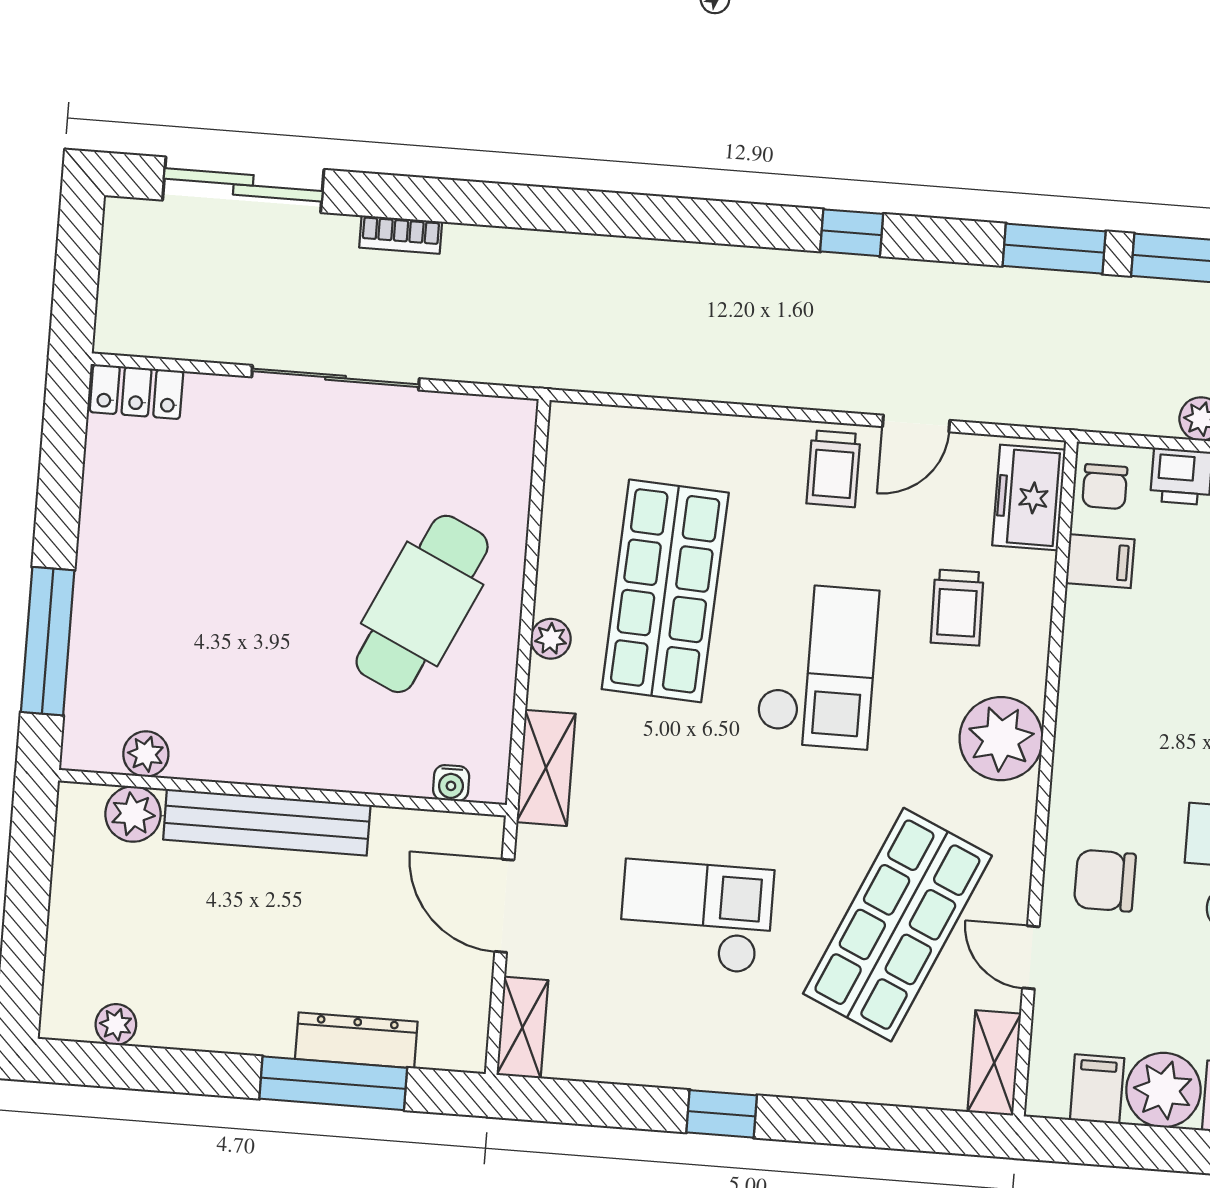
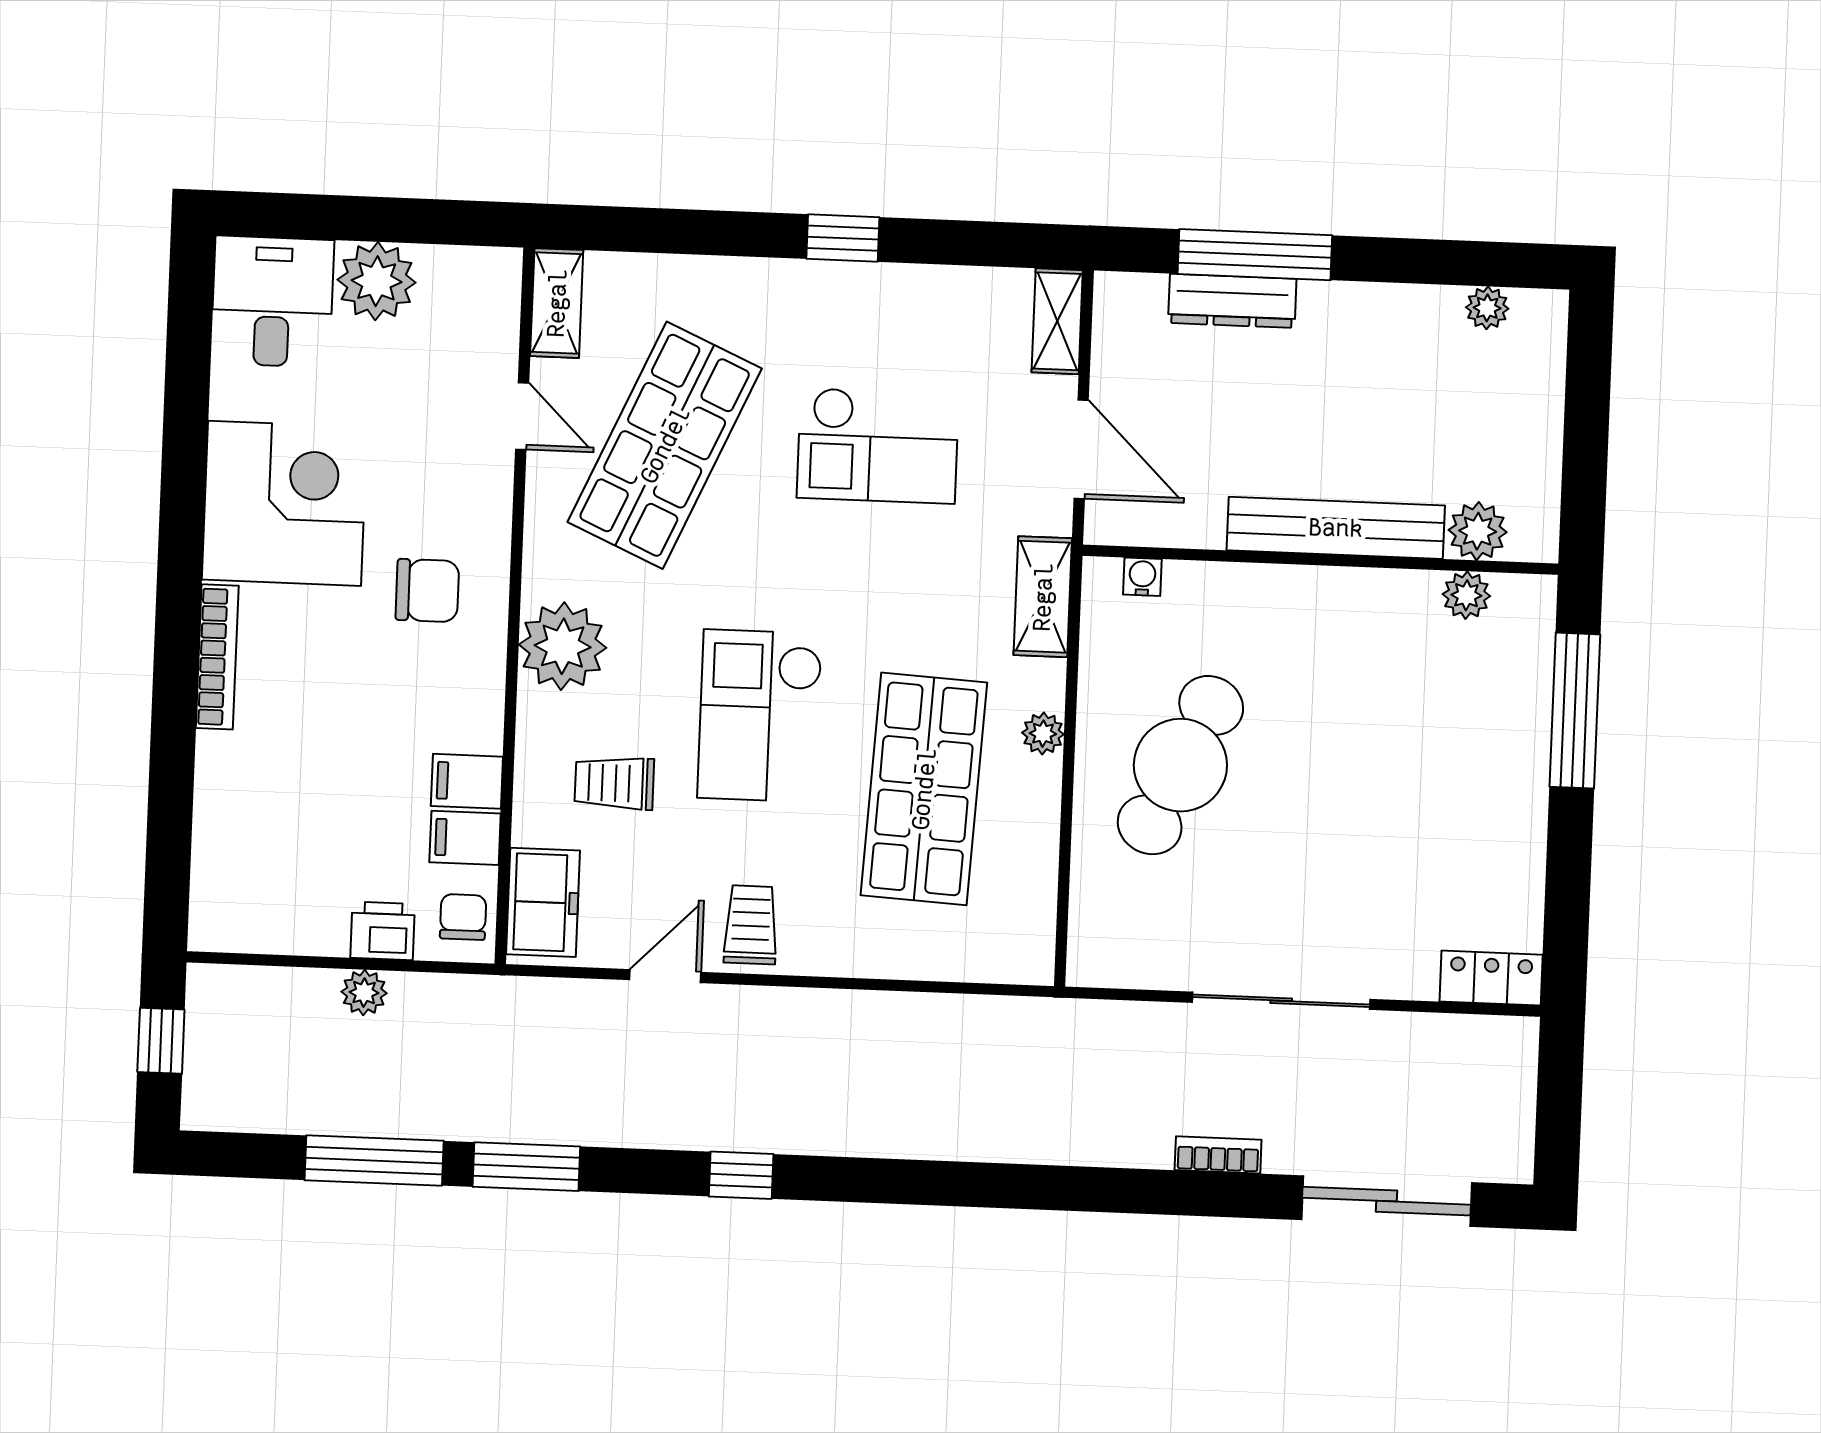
trolley: (957, 608) -> (614, 783), turned -89
chair: (1105, 881) -> (427, 590), moved
filing cabinet: (1097, 1089) -> (467, 781), moved, turned 90

